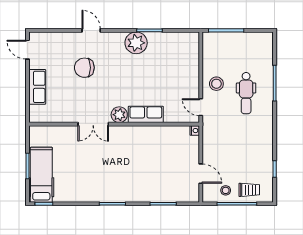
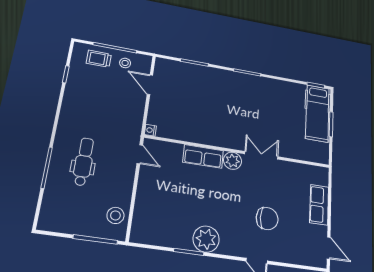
stool: (216, 84) -> (115, 215), moved

